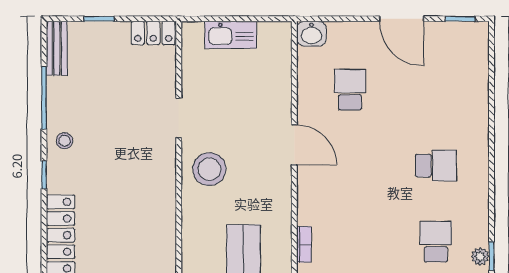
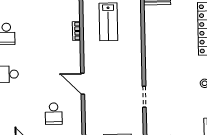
stool: (209, 169) -> (127, 70), removed

